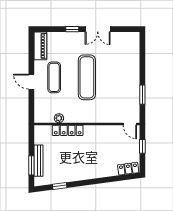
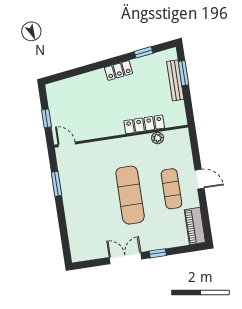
locker: (128, 169) -> (119, 70), moved

